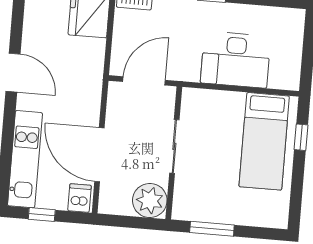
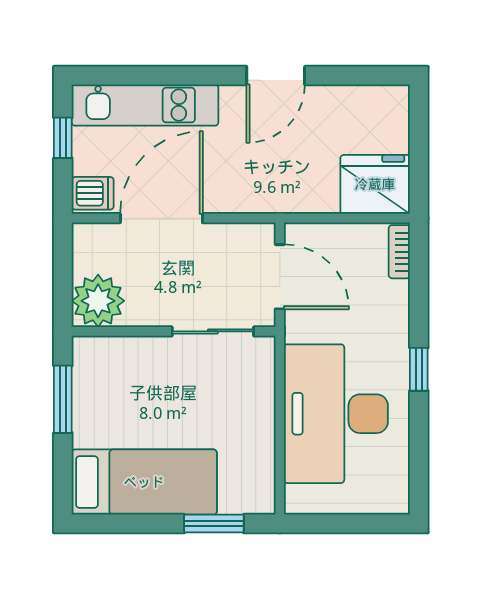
desk: (236, 60) -> (336, 414), width x1.36, depth x1.30
window: (301, 137) -> (214, 524), width x1.50
bed: (264, 141) -> (144, 482), moved, turned 180
sliding door: (174, 146) -> (213, 331), moved

